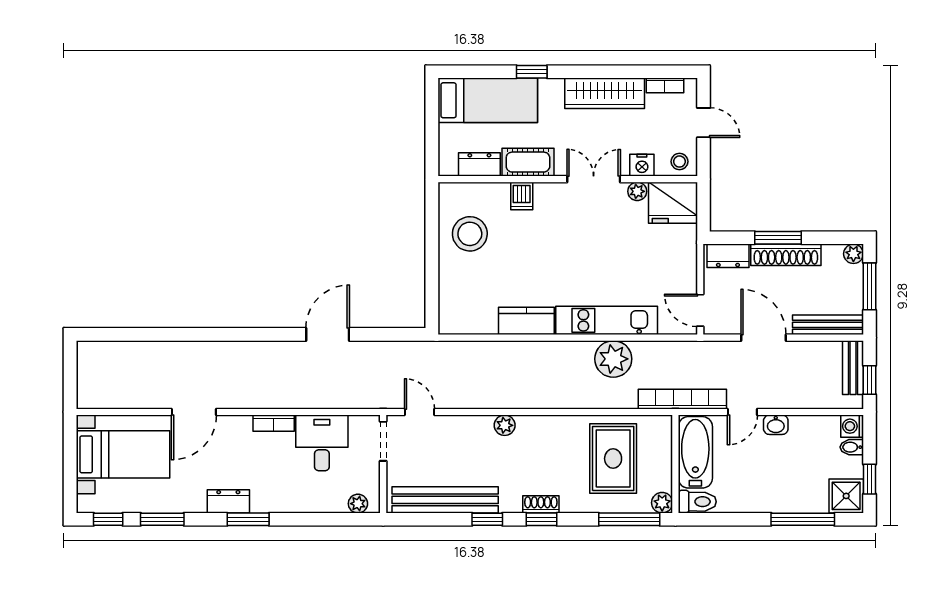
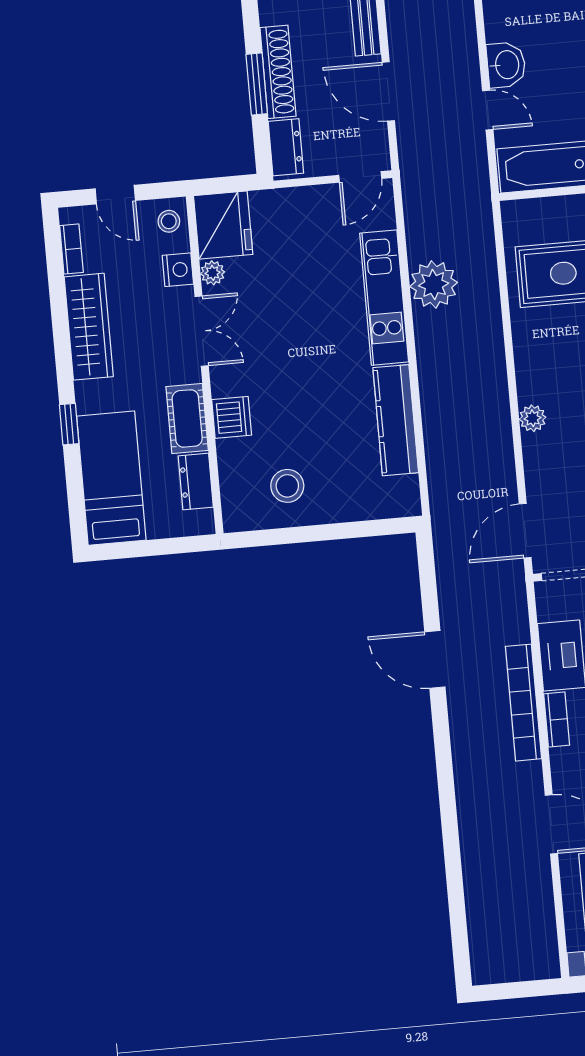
door: (703, 123) -> (115, 195), swing flipped
double door: (594, 179) -> (202, 331), swing flipped
dishwasher: (522, 196) -> (232, 417), width x1.38
stool: (470, 234) -> (287, 486), width x0.73, depth x0.73
kitchen counter: (526, 321) -> (396, 420), width x1.50
door: (763, 338) -> (388, 91), hinge flipped
bookcase: (682, 399) -> (523, 703), moved
door: (420, 412) -> (525, 531), width x1.38
washbasin: (776, 425) -> (506, 65), width x1.38, depth x1.45

